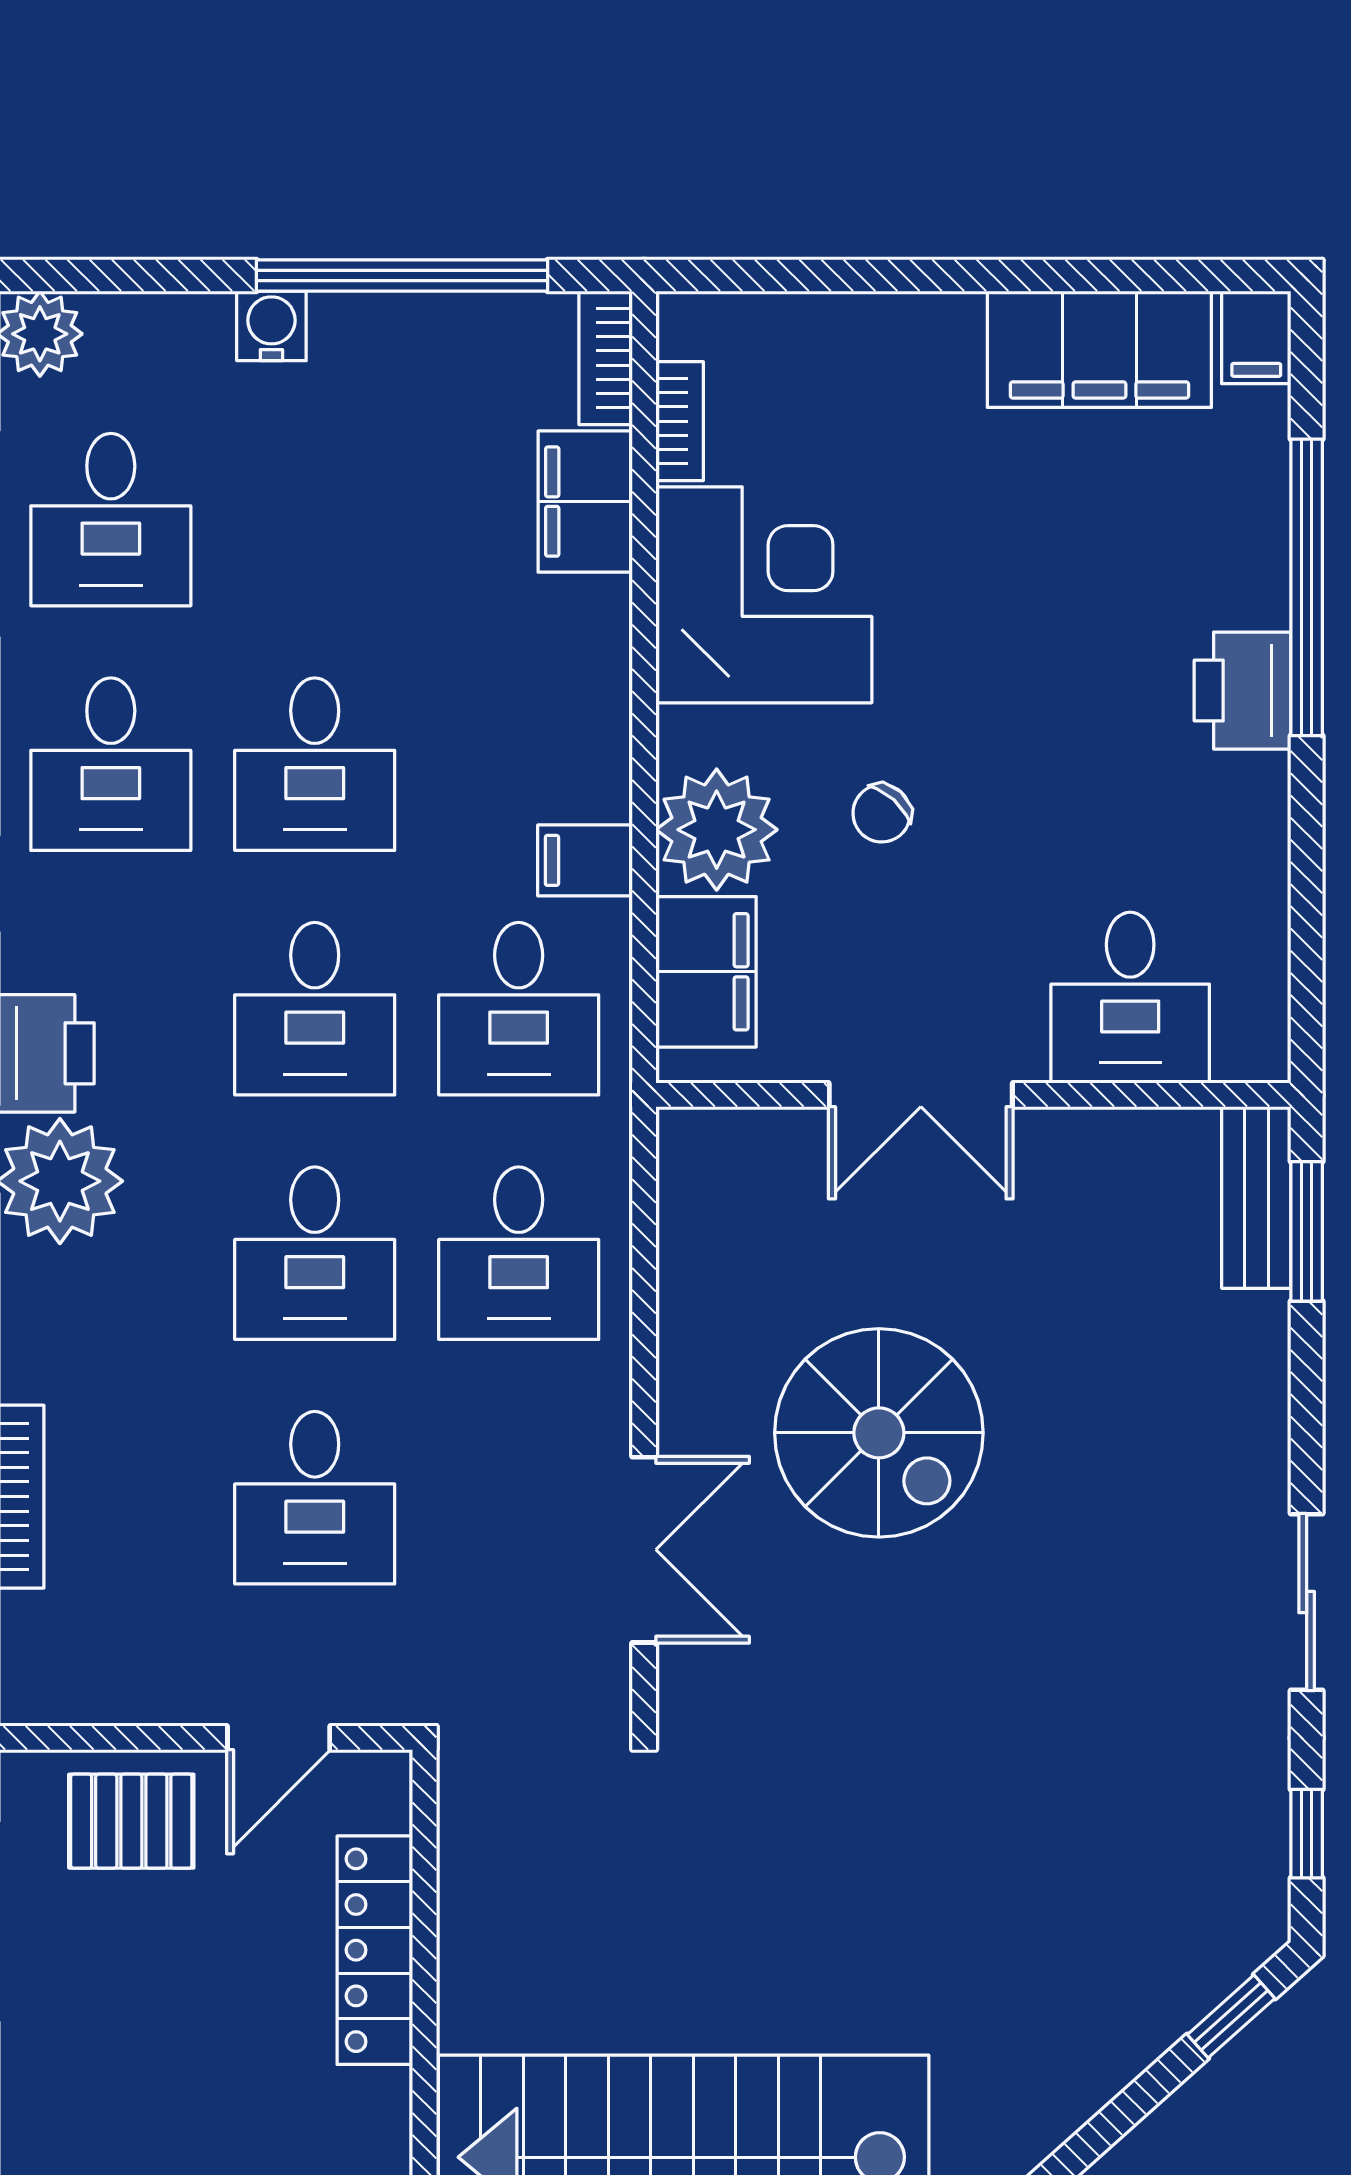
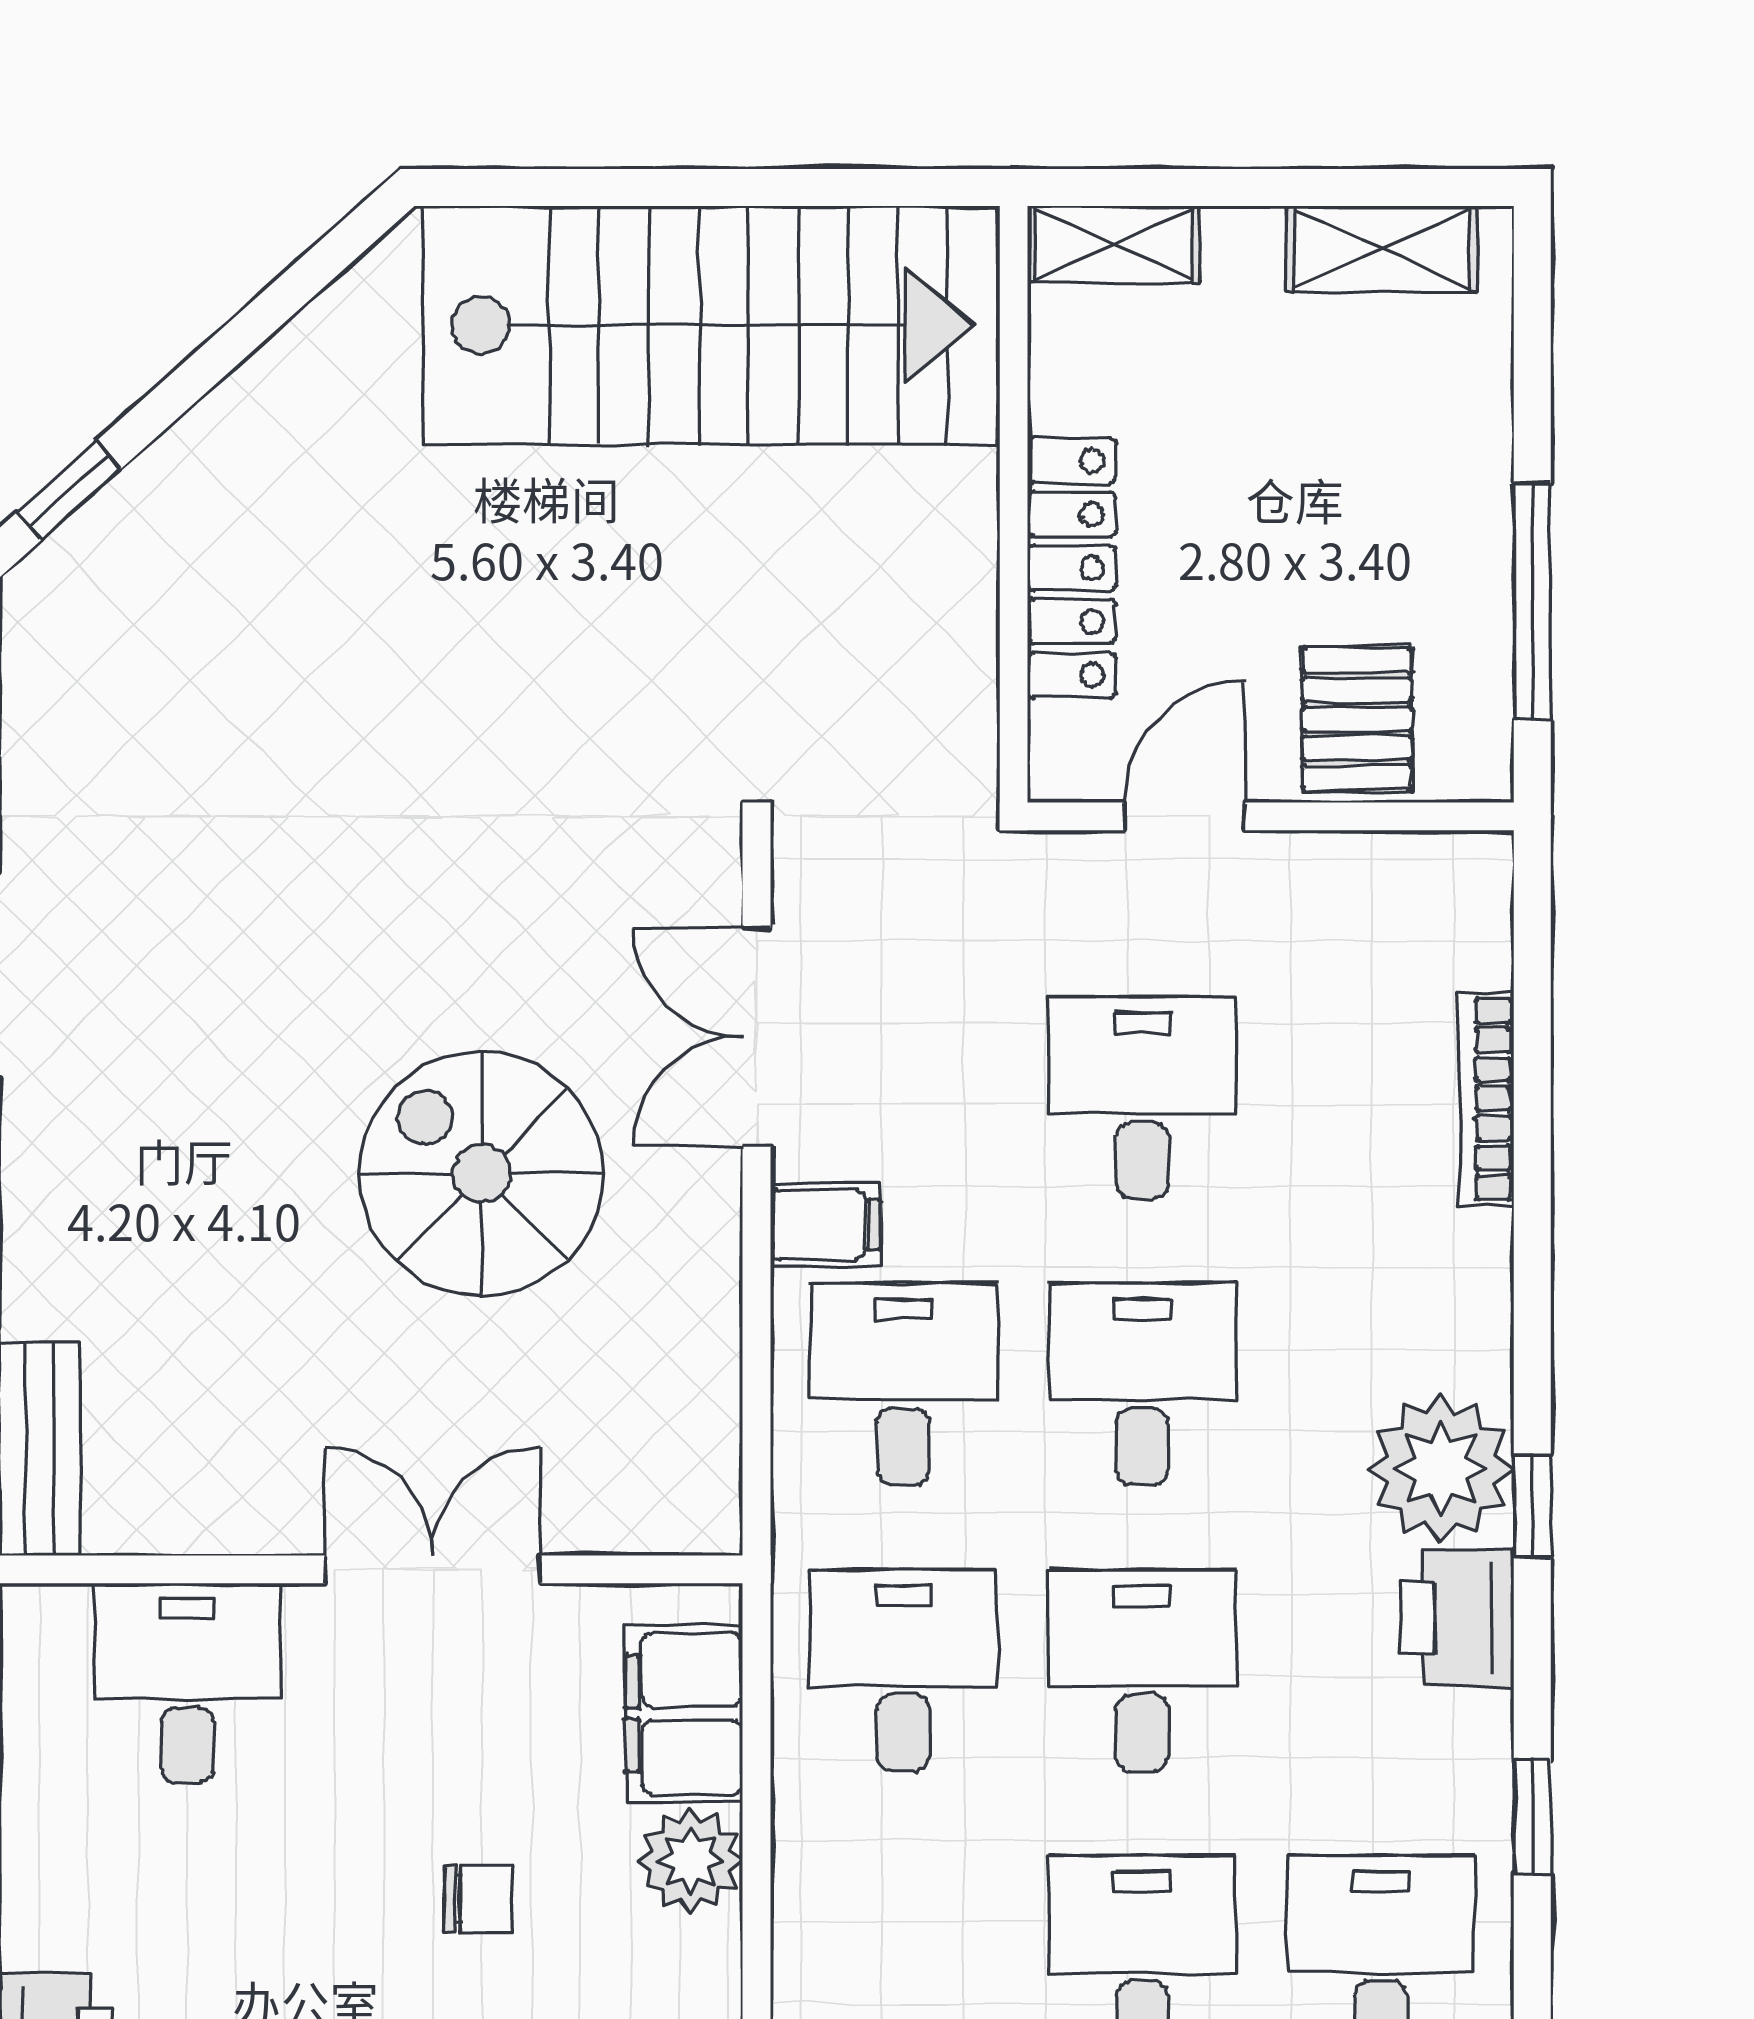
chair: (882, 813) -> (478, 1899), turned 48
plant: (717, 830) -> (691, 1861), width x0.73, depth x0.73
filing cabinet: (585, 860) -> (826, 1225), moved
pallet: (131, 1821) -> (1357, 719), turned 90

